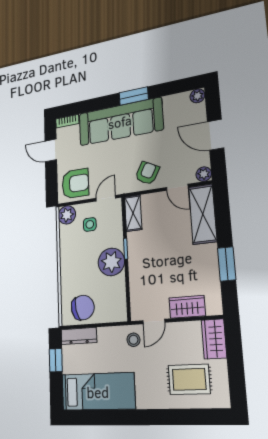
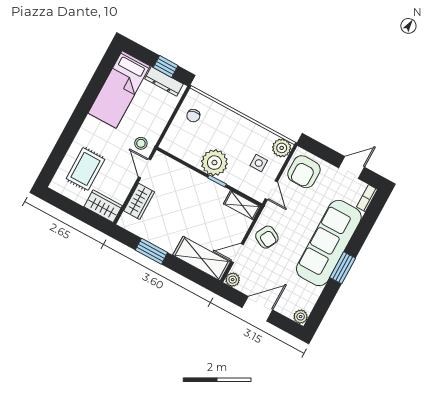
chair: (83, 308) -> (193, 116), width x0.54, depth x0.54
dresser: (79, 336) -> (164, 81), moved, turned -90

